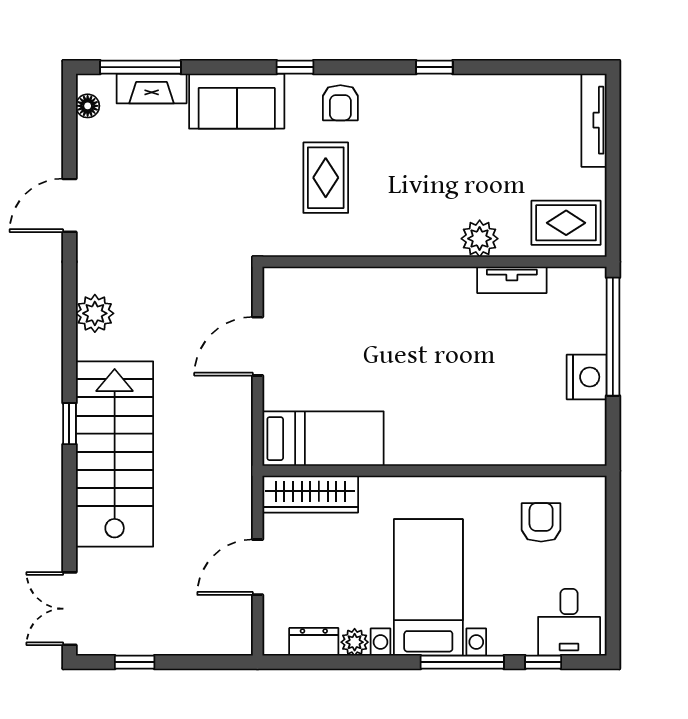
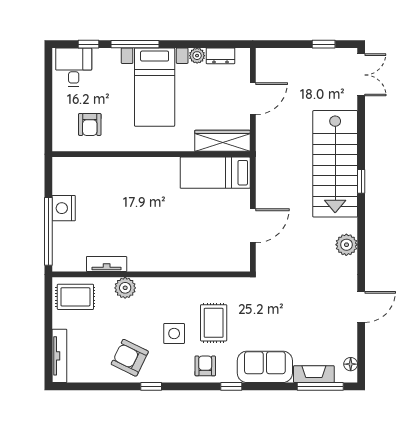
armchair: (472, 117) -> (130, 358), added
side table: (394, 159) -> (174, 333), added

